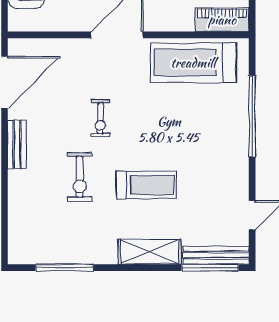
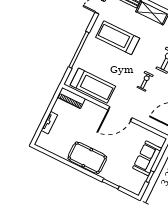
treadmill: (146, 185) -> (118, 38), moved, width x1.37, depth x1.38

